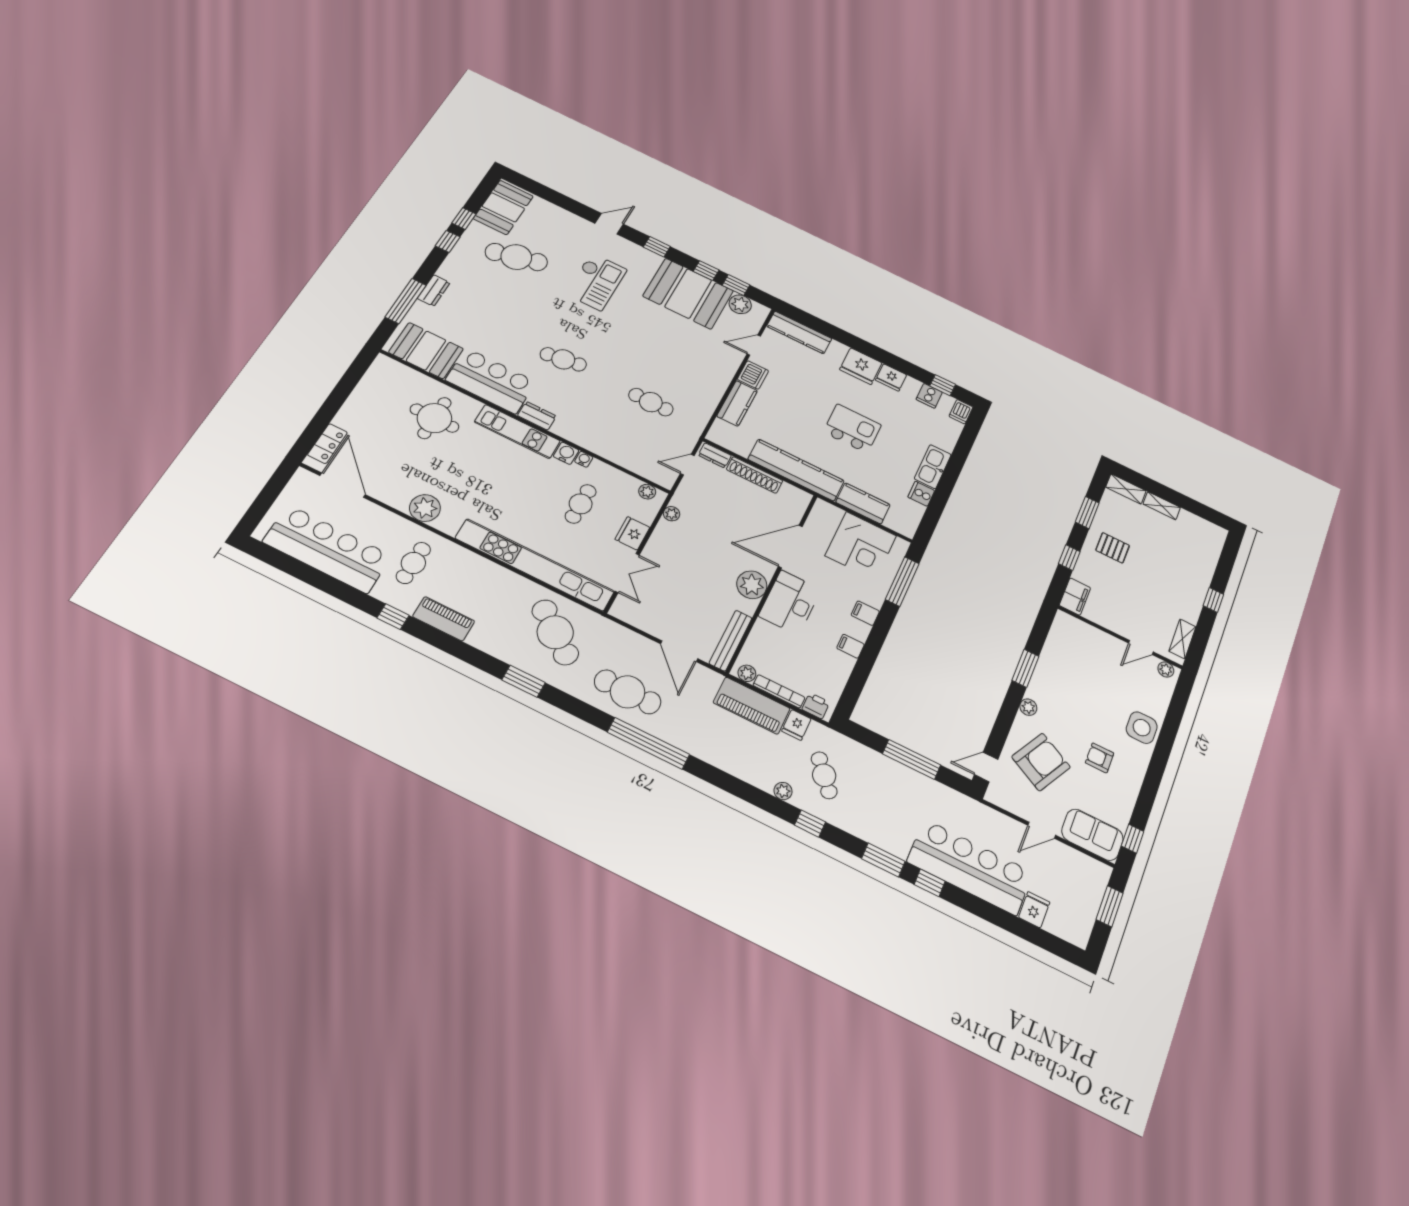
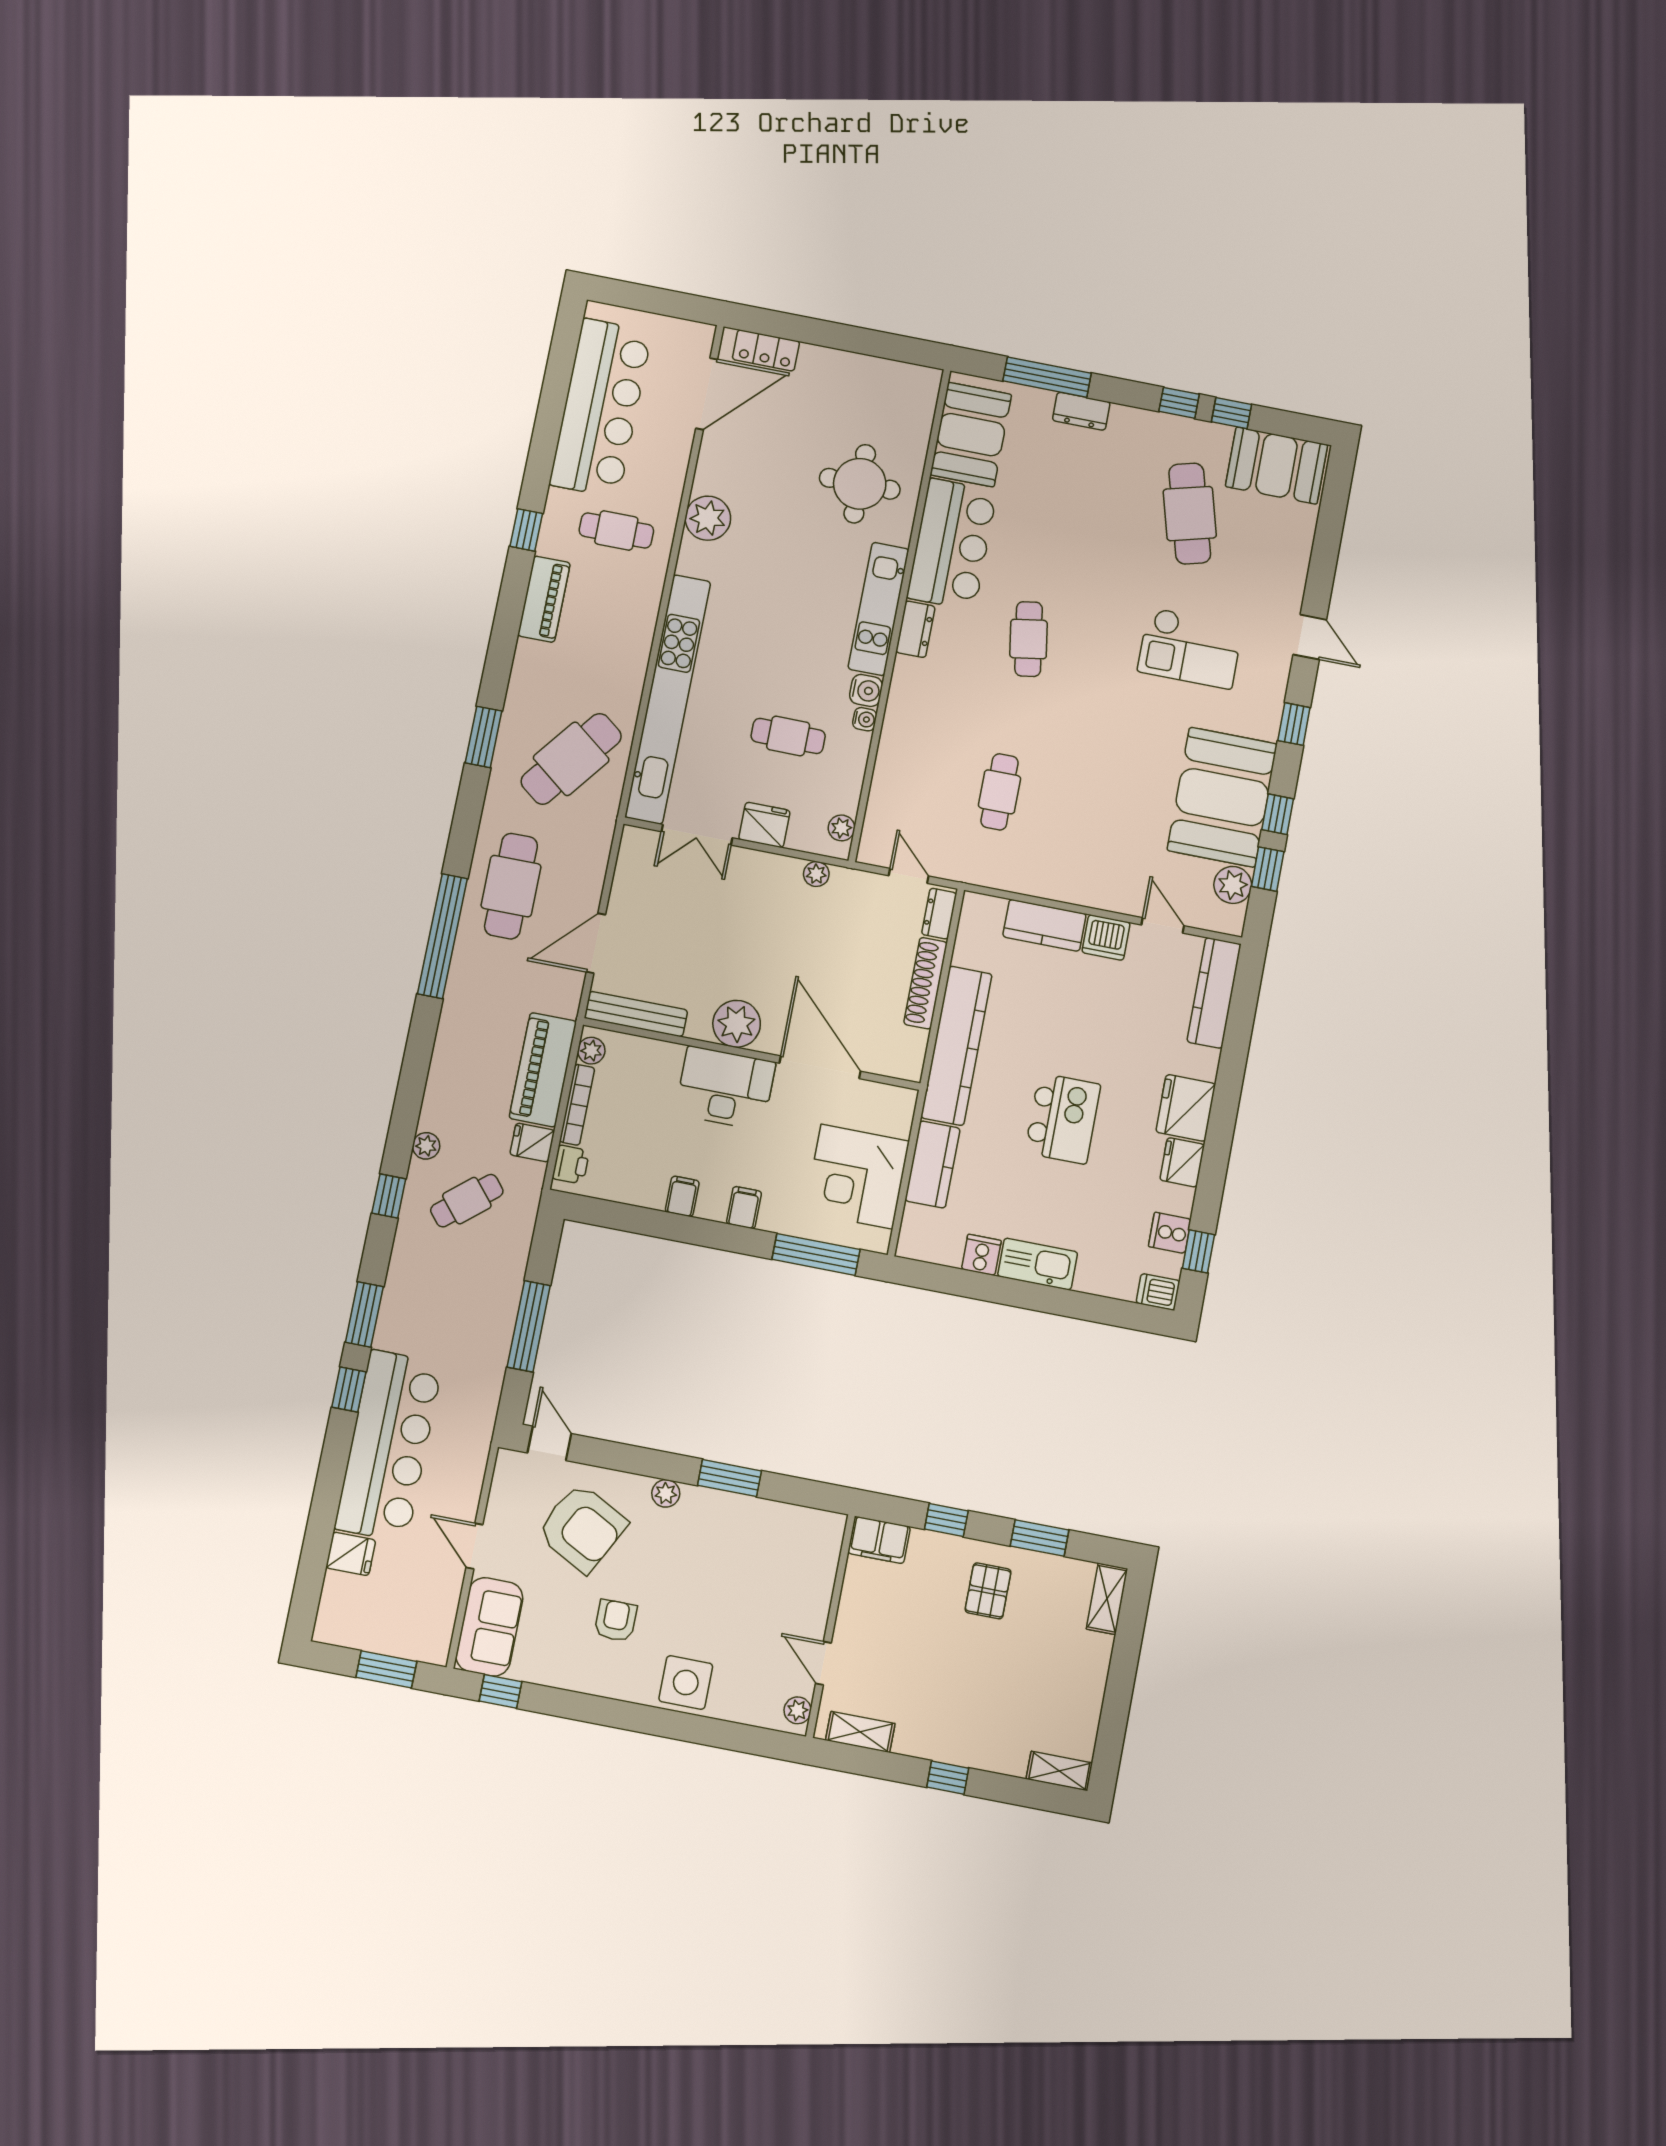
shelving: (1162, 506) -> (1059, 1771), moved, turned 90

